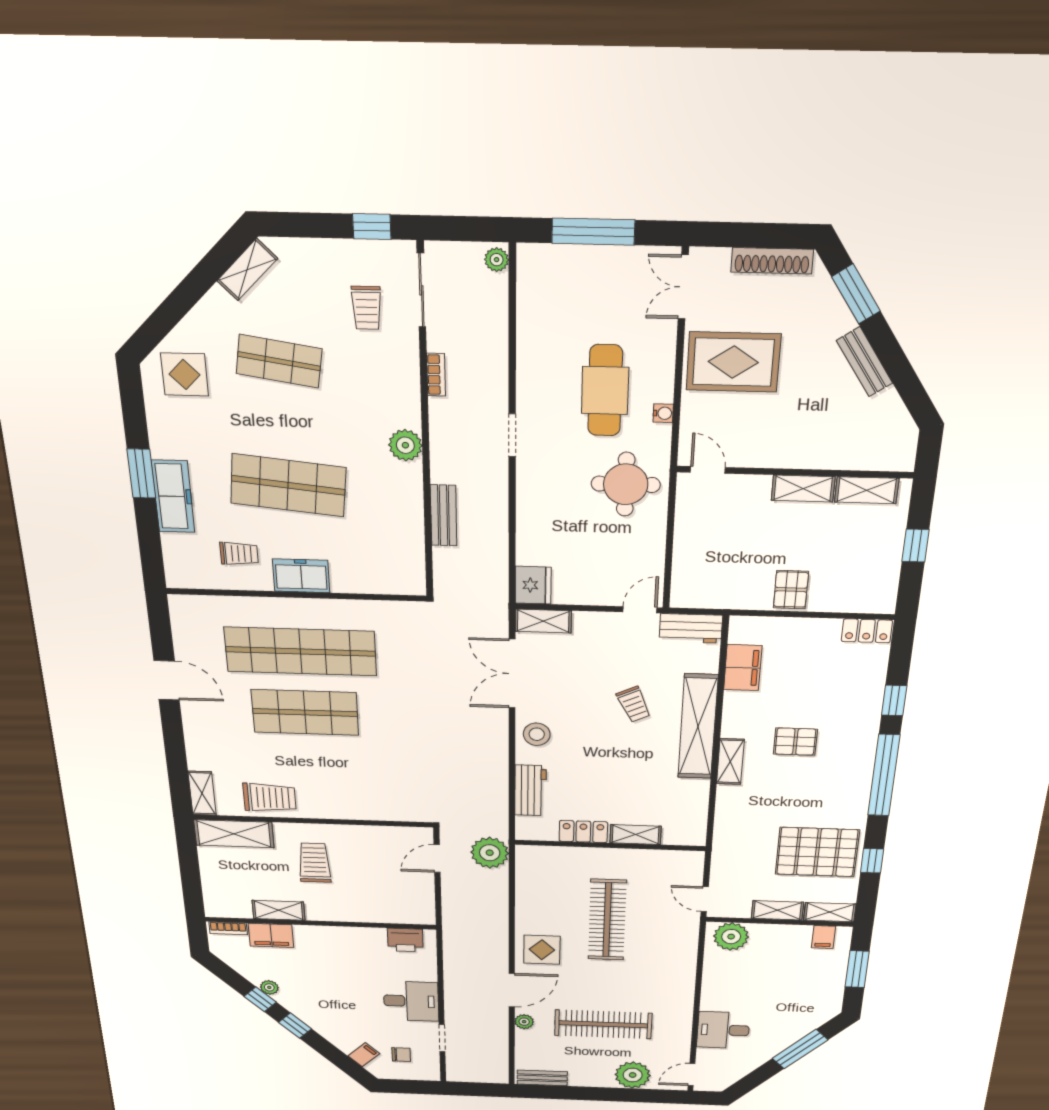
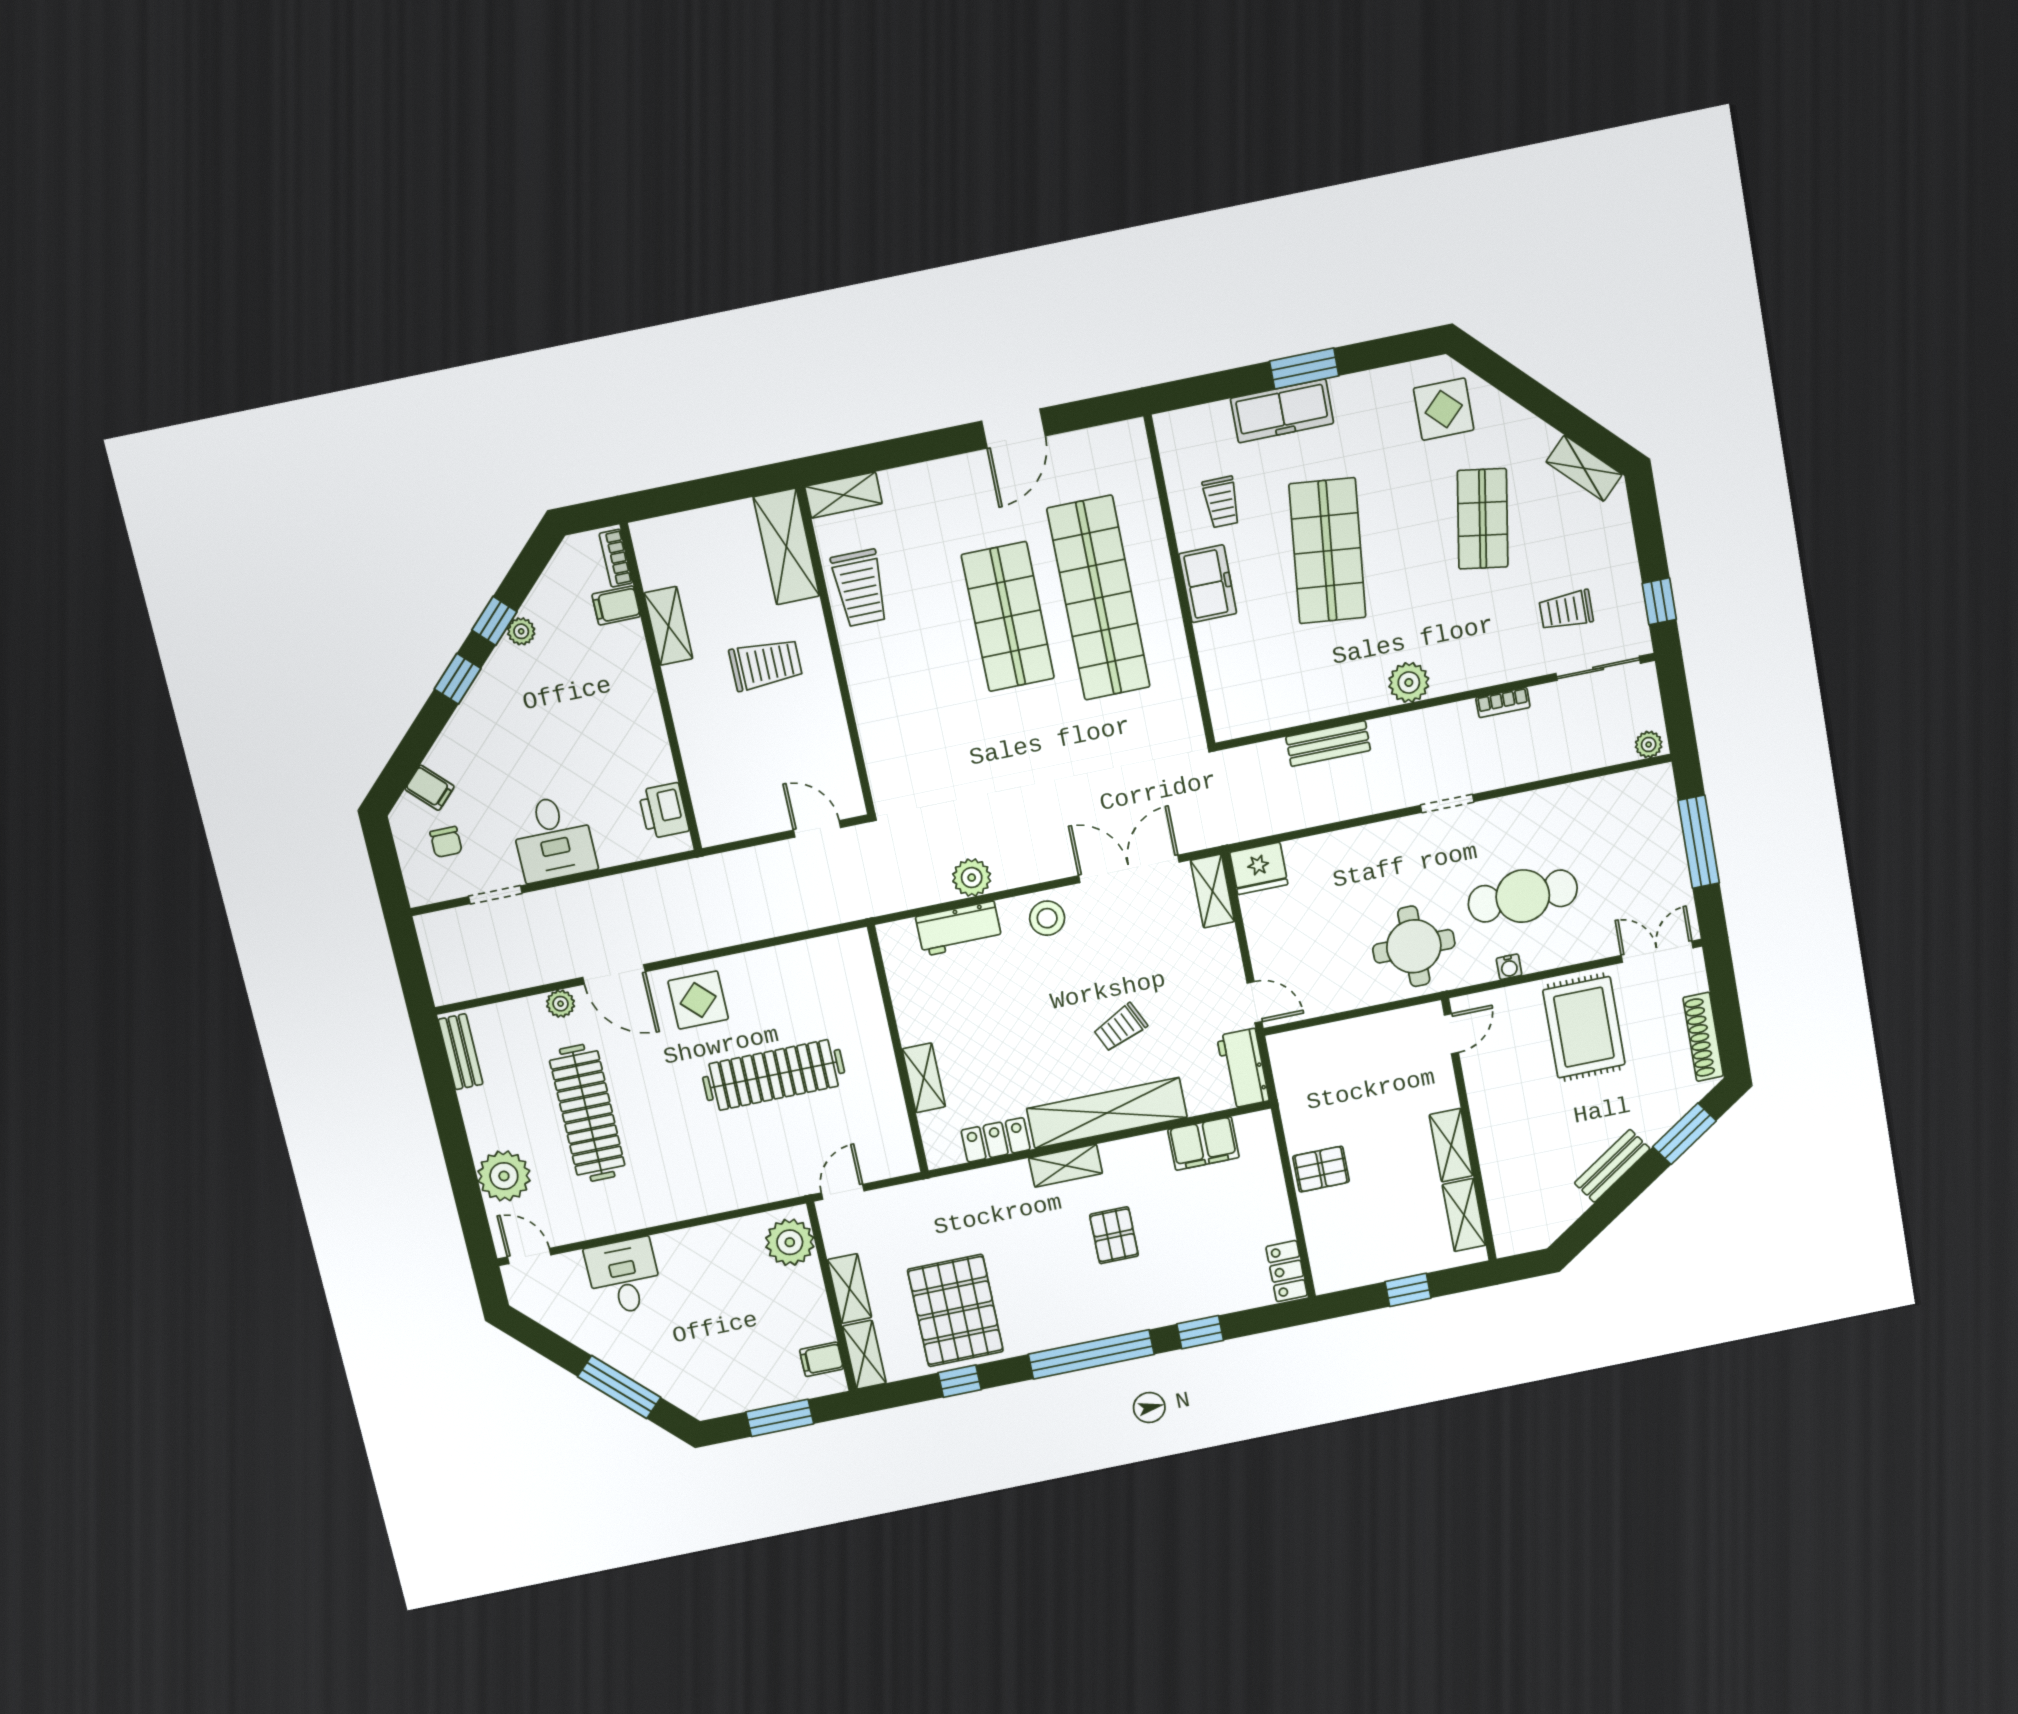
locker: (583, 832) -> (996, 1140), moved, turned -90
plant: (490, 853) -> (972, 878), moved, width x0.73, depth x0.73
filing cabinet: (271, 935) -> (616, 605), width x0.50

